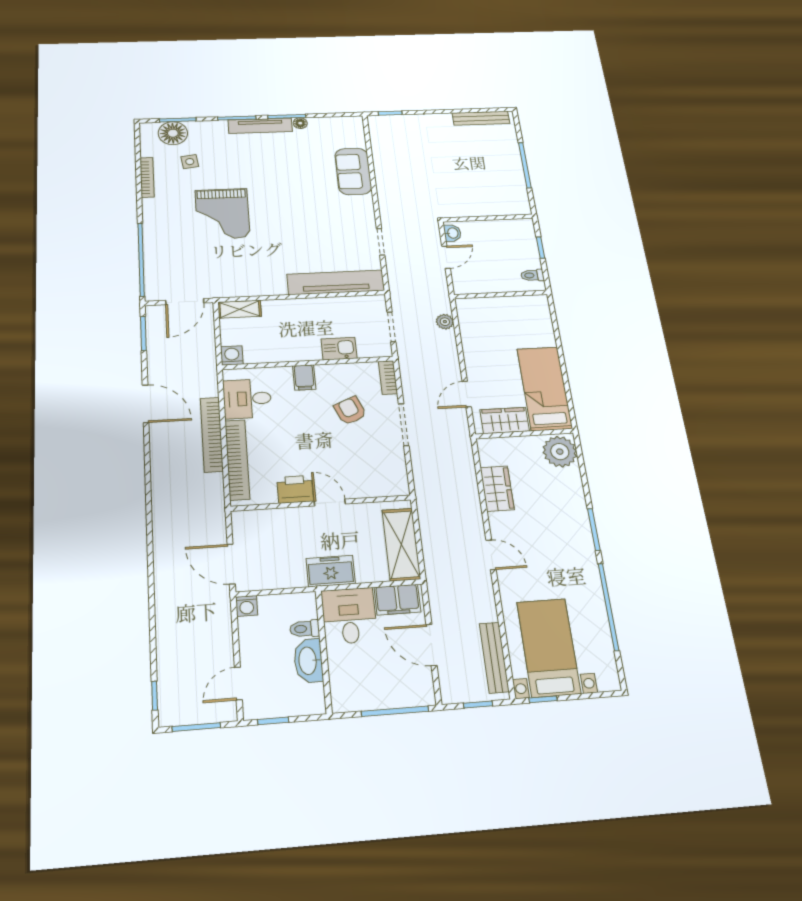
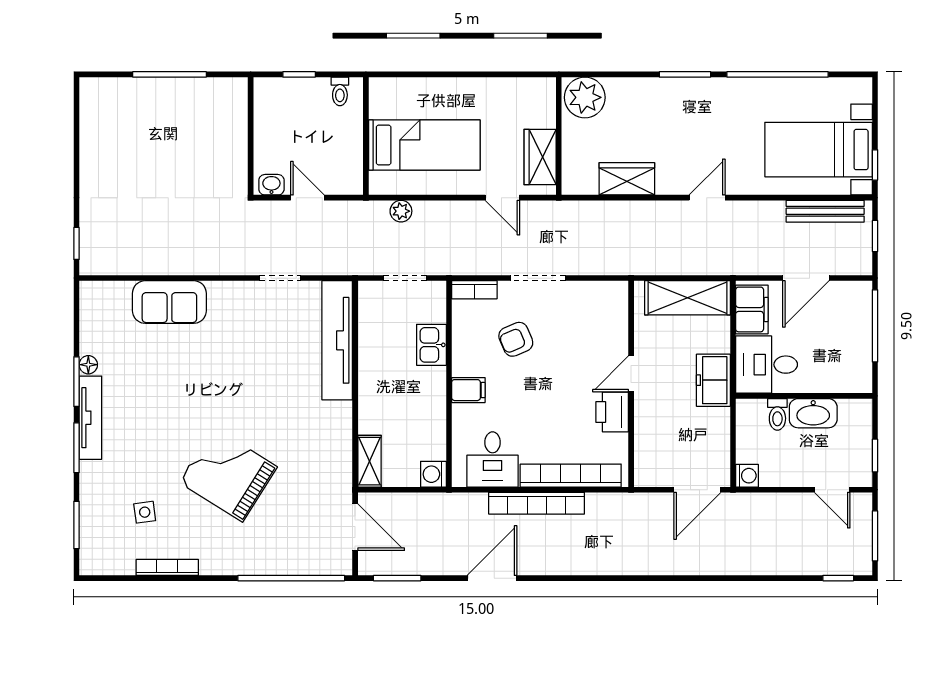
bench: (481, 118) -> (90, 122), removed
floor lamp: (173, 133) -> (98, 532), removed
grand piano: (222, 214) -> (228, 475), turned -148
bed: (544, 388) -> (424, 145), moved, turned 180

